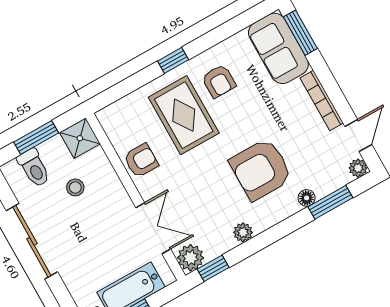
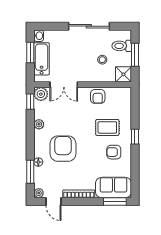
rug: (184, 115) -> (107, 127), width x0.73, depth x0.70

